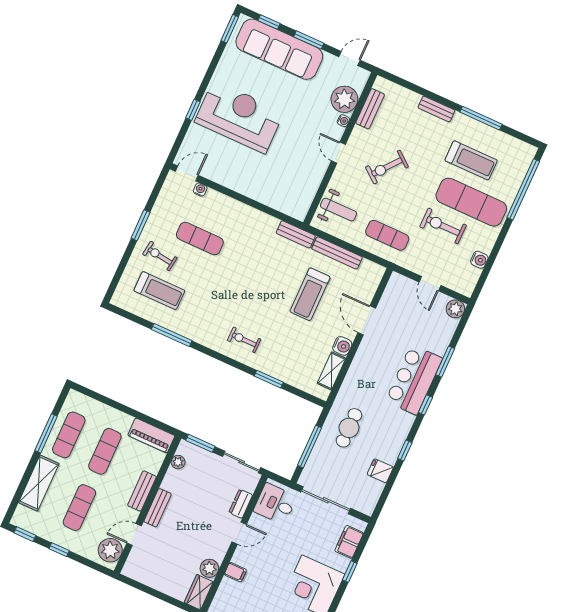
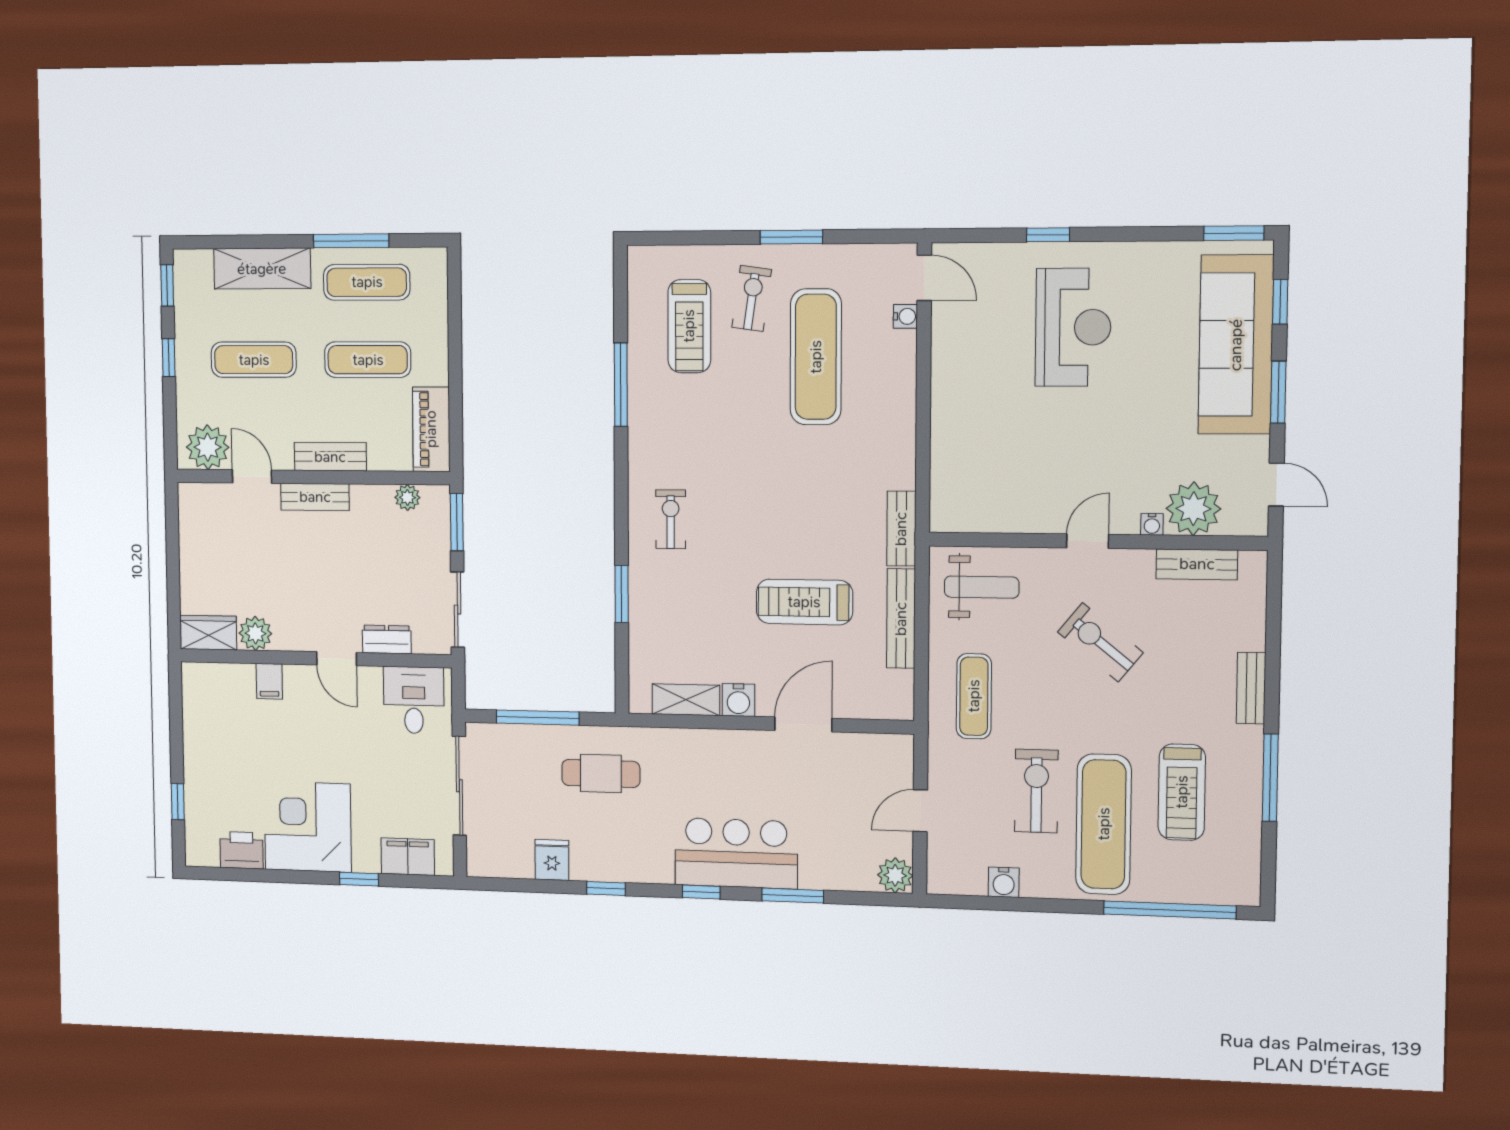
reception desk: (239, 117) -> (1073, 327), width x0.74, depth x0.77
weight bench: (339, 210) -> (982, 587), turned -90
exercise mat: (200, 239) -> (816, 357), width x1.36, depth x1.45

